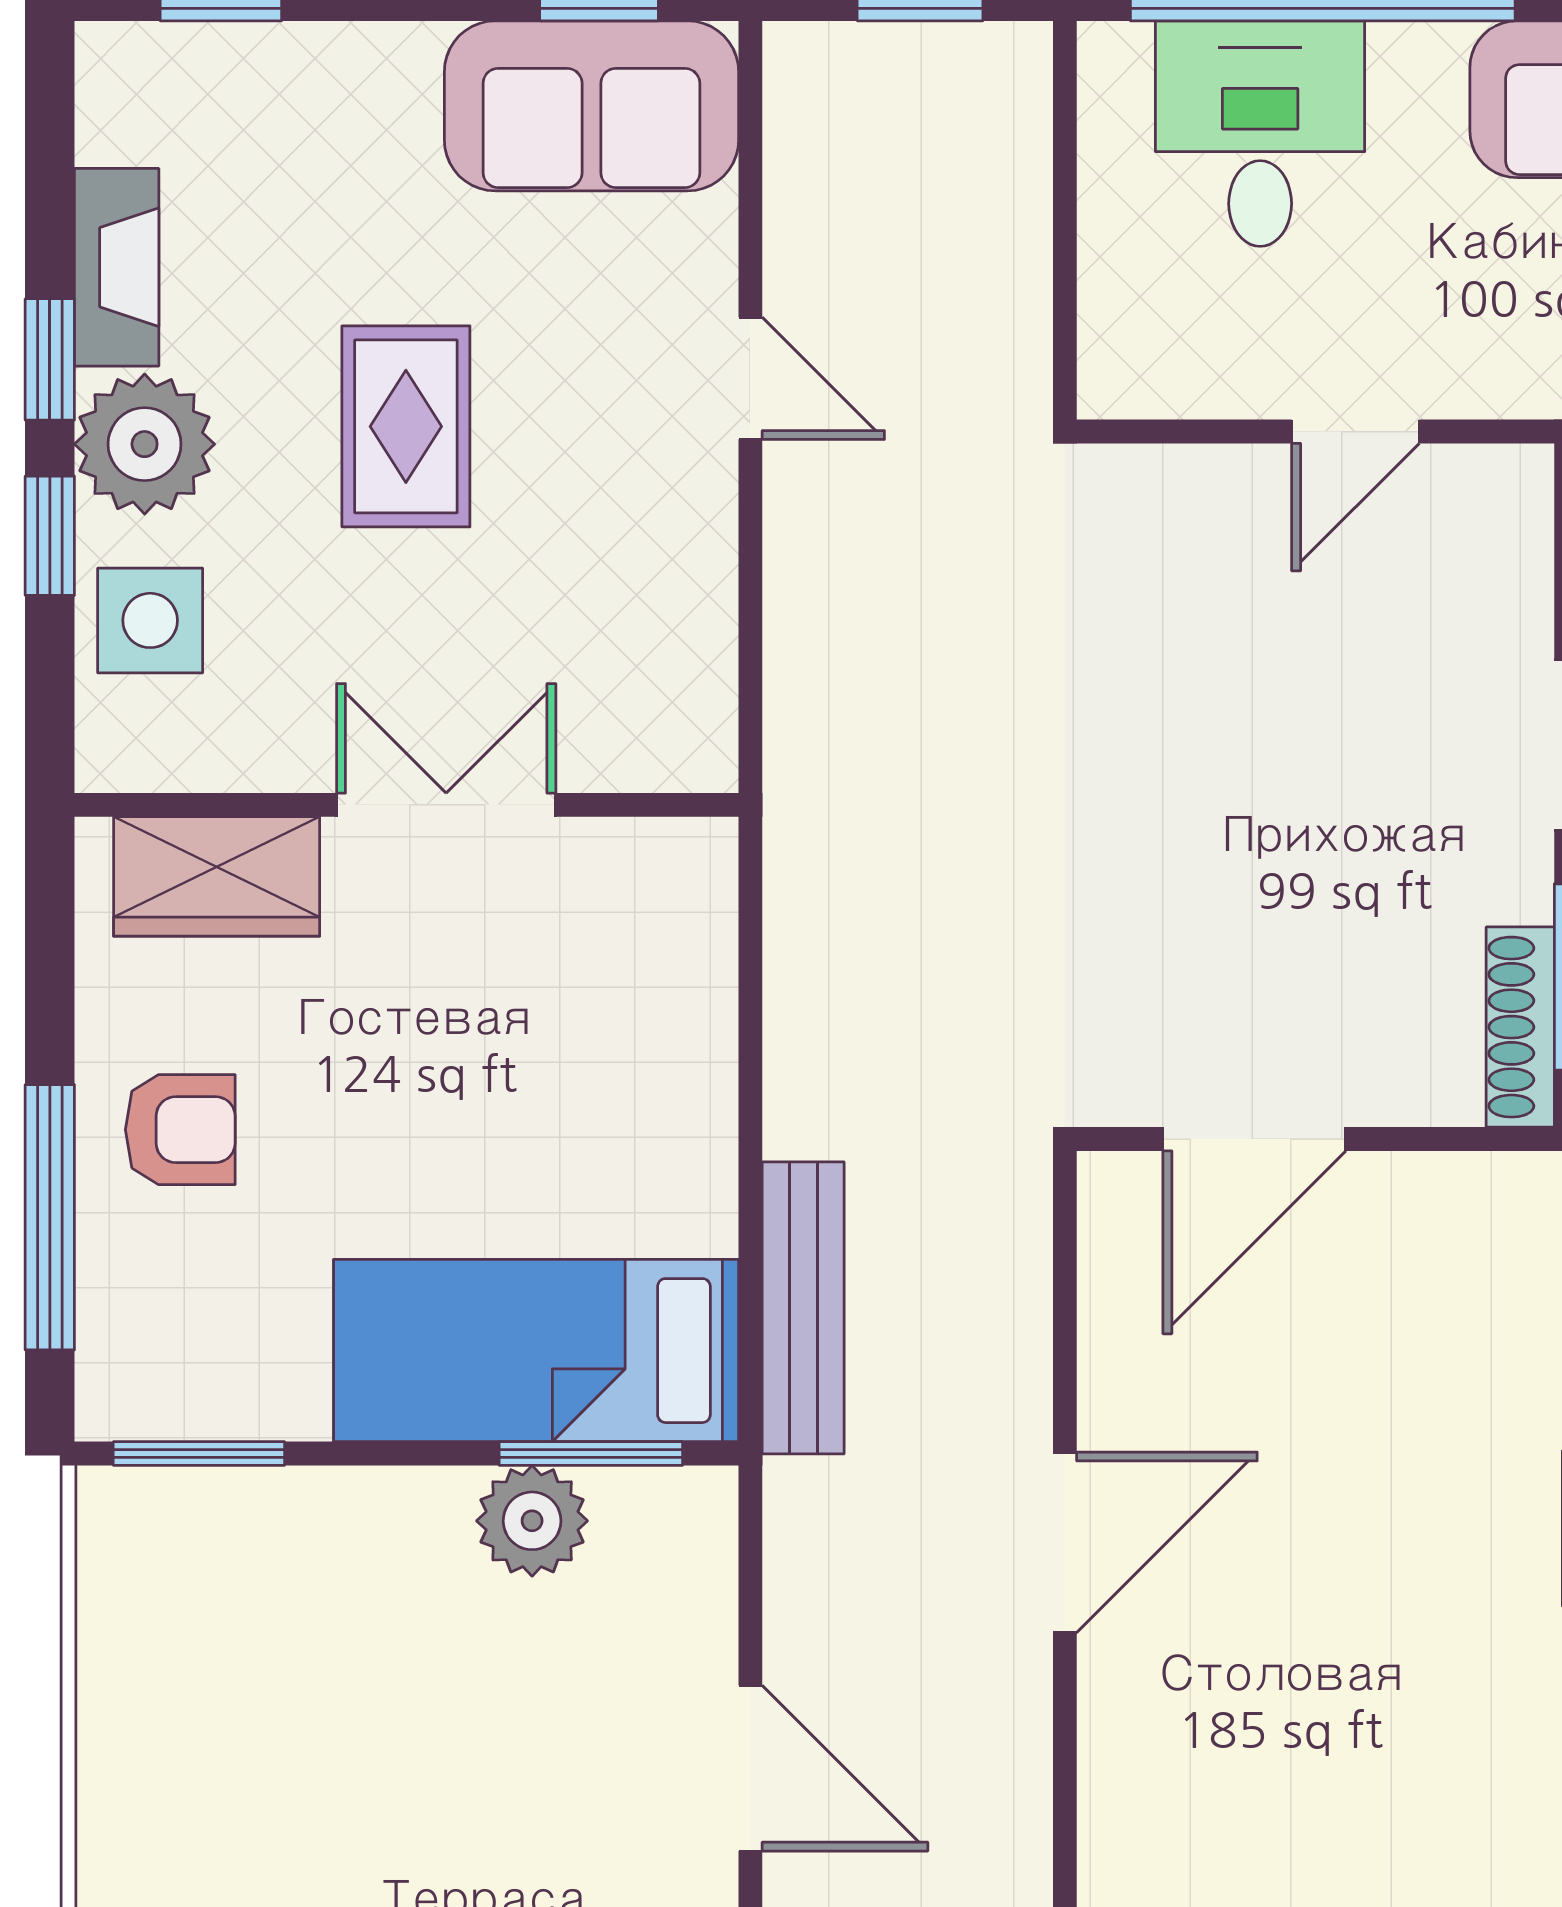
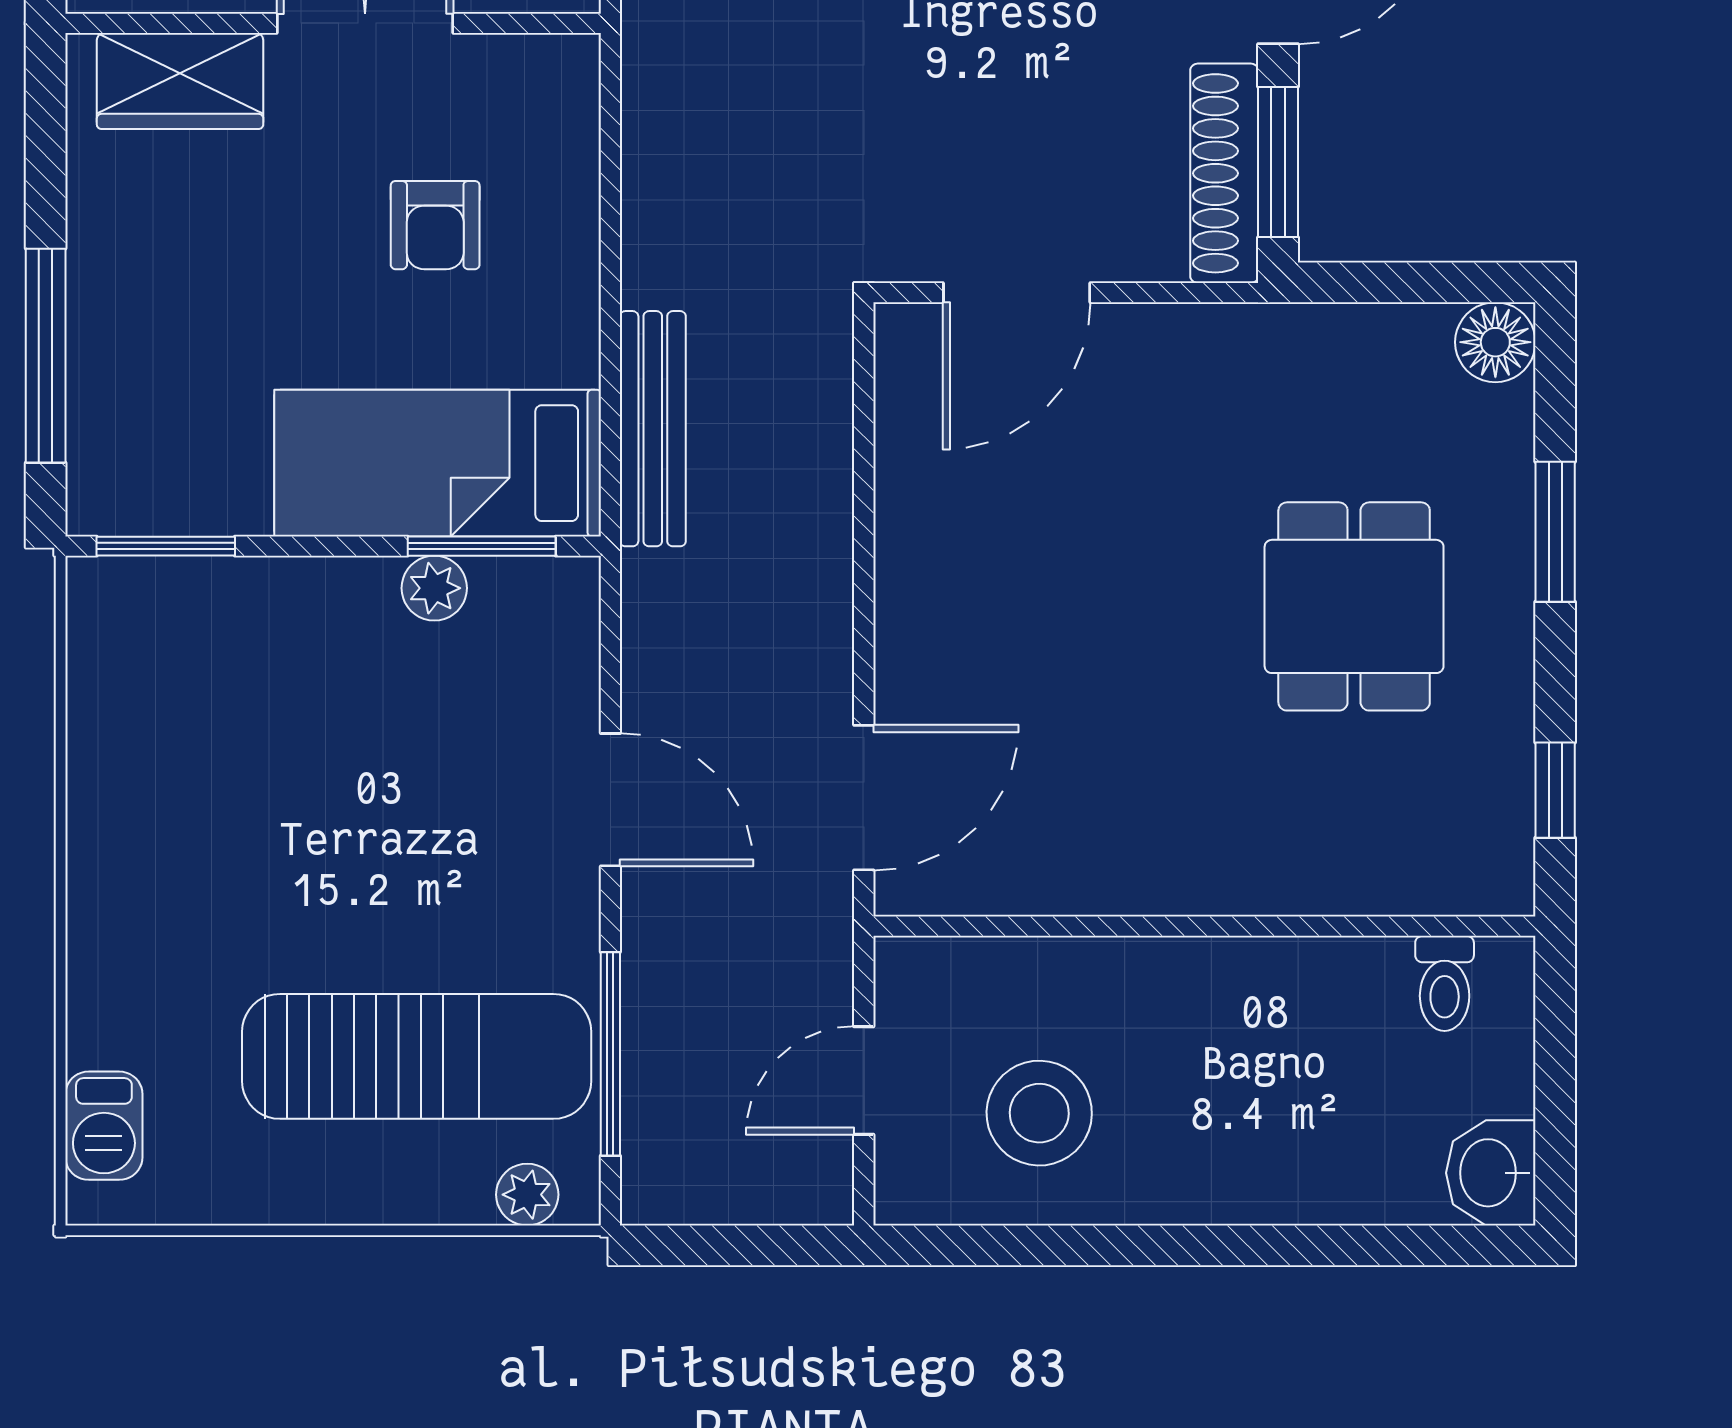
shoe rack: (1520, 1027) -> (1224, 173), width x1.36, depth x1.24
armchair: (180, 1130) -> (435, 225), moved, turned 90
plant: (532, 1521) -> (434, 588), width x0.73, depth x0.73
door: (1065, 1542) -> (864, 798), moved

